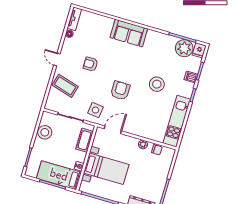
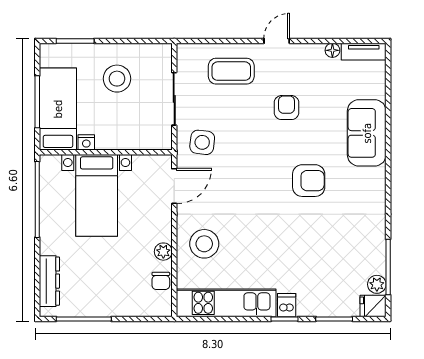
sofa: (129, 33) -> (367, 133), moved
plant: (184, 48) -> (377, 284), width x0.53, depth x0.53
dishwasher: (191, 77) -> (287, 305), moved
stool: (157, 84) -> (204, 244), moved
coffee table: (65, 86) -> (231, 71), turned 74
armchair: (120, 91) -> (309, 181), moved
door: (113, 130) -> (174, 186), hinge flipped
stool: (45, 132) -> (117, 79), moved
cot: (84, 140) -> (139, 138), removed

